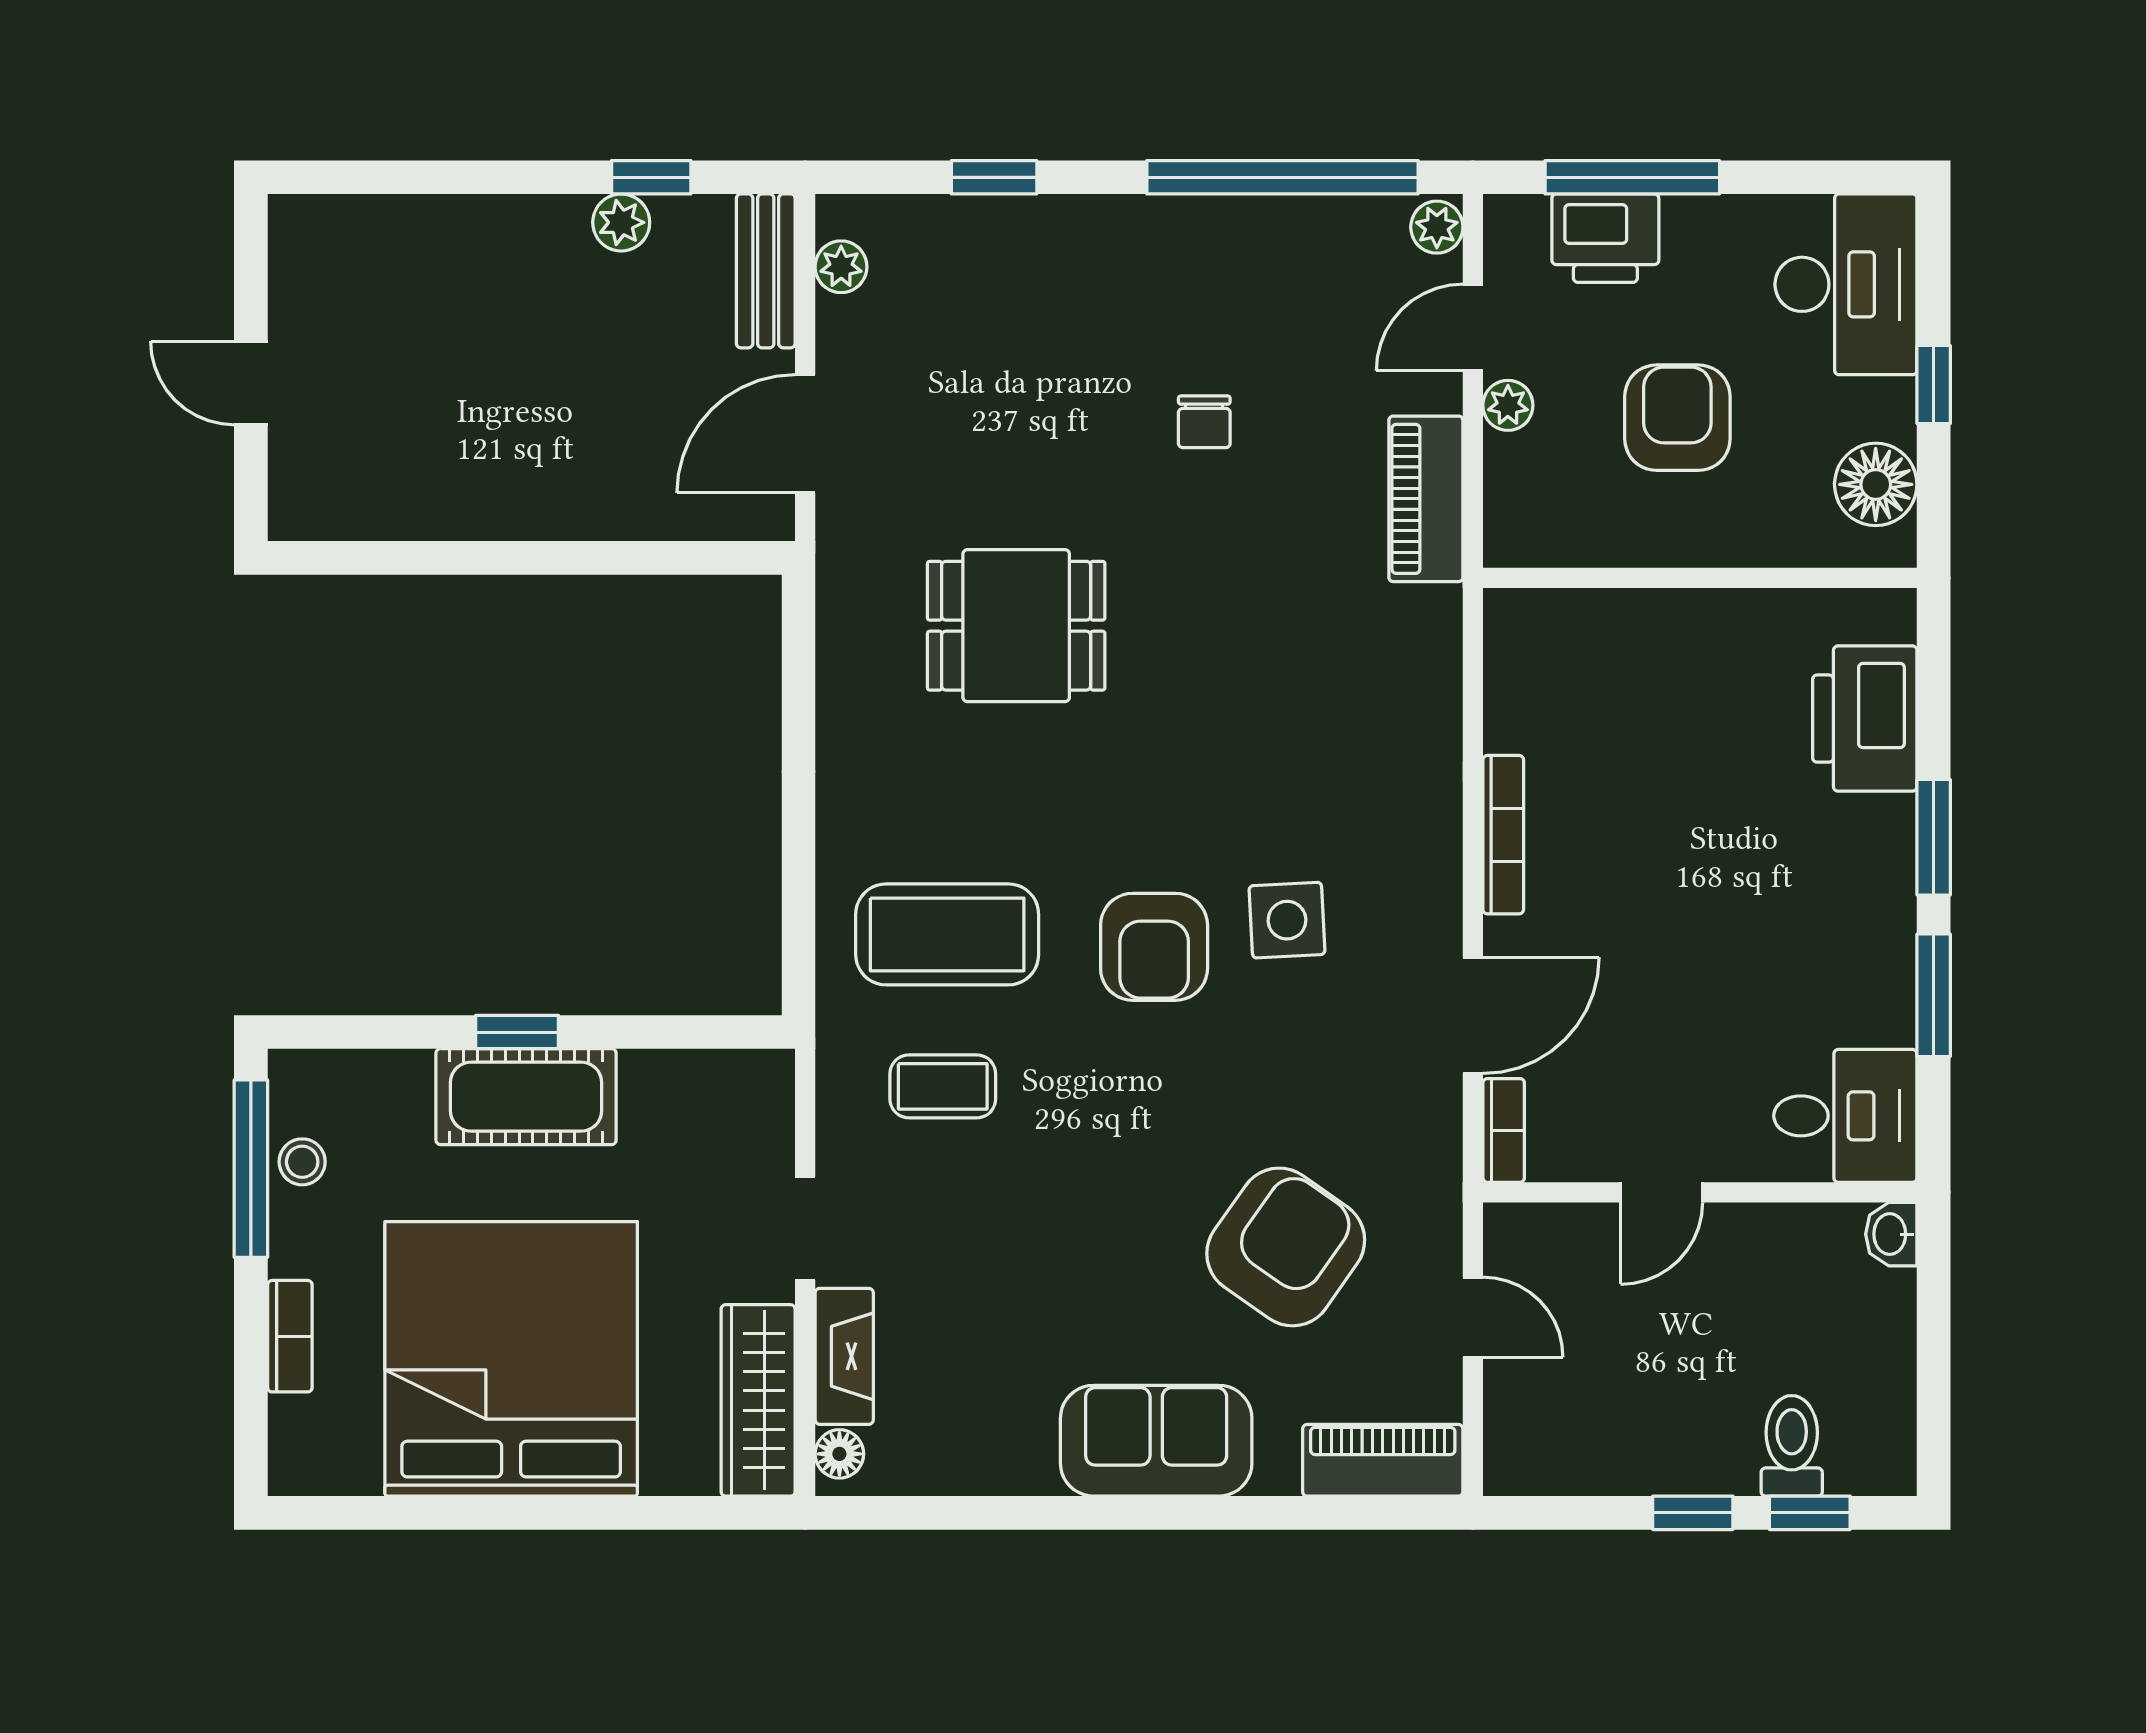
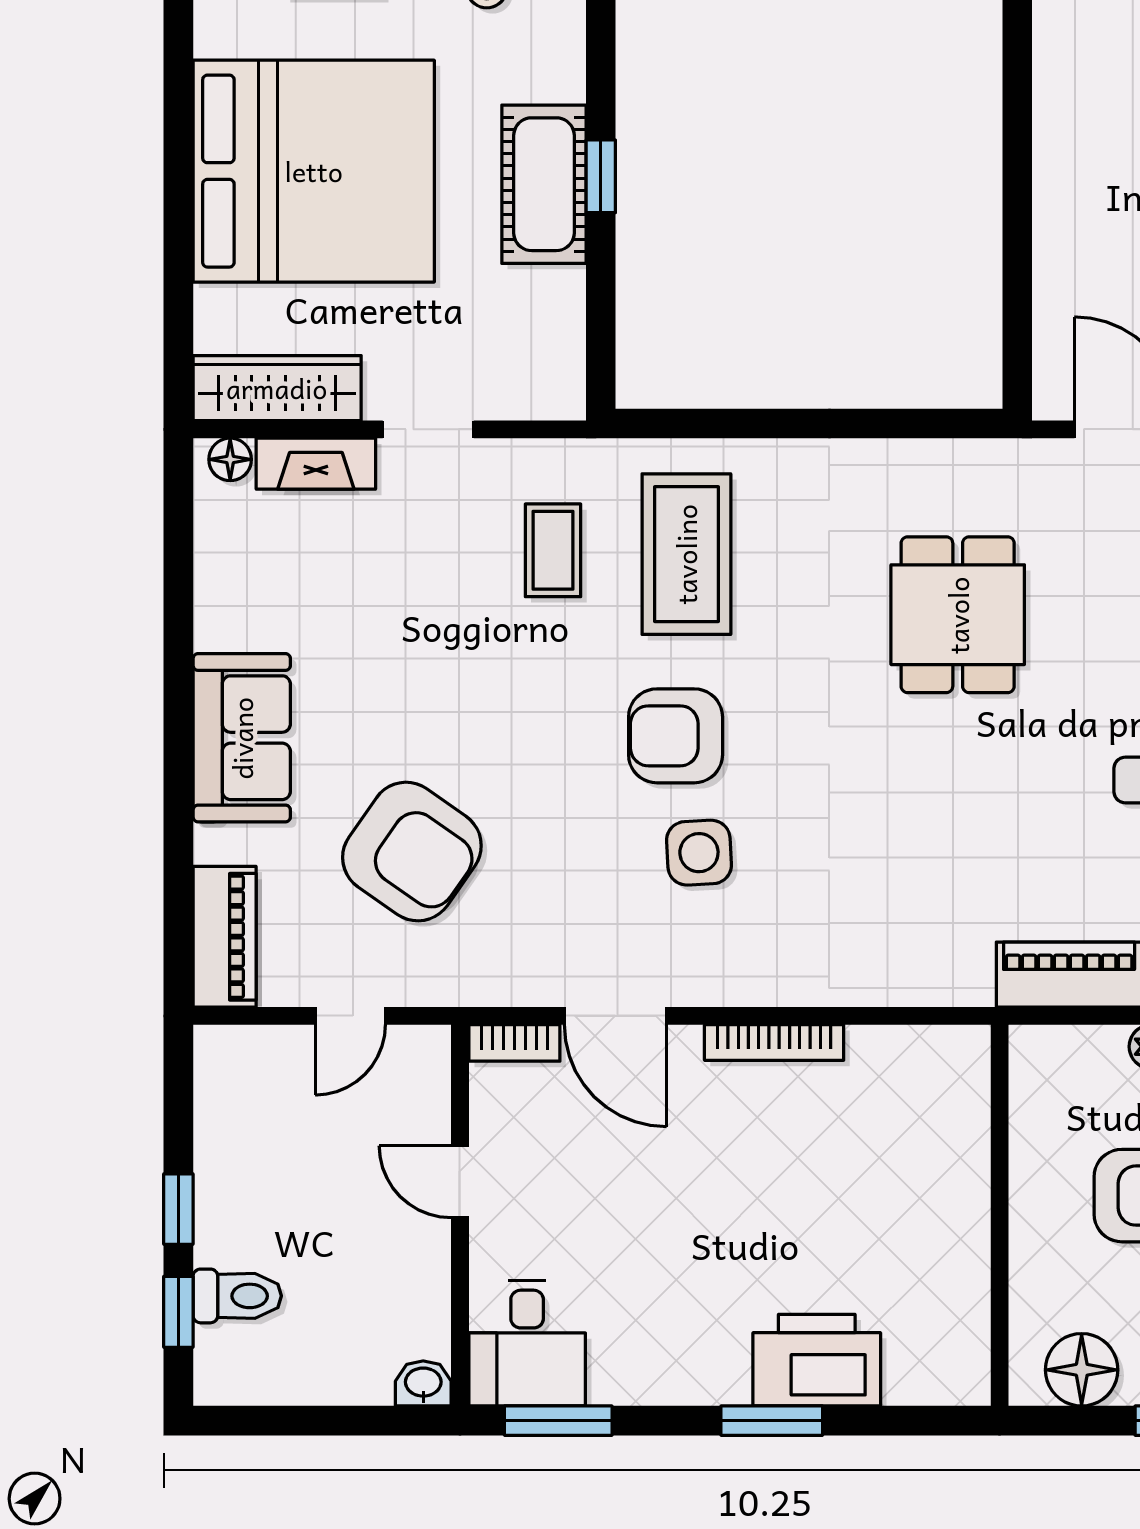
printer: (1865, 719) -> (817, 1360), moved
window: (1934, 995) -> (558, 1421), moved

